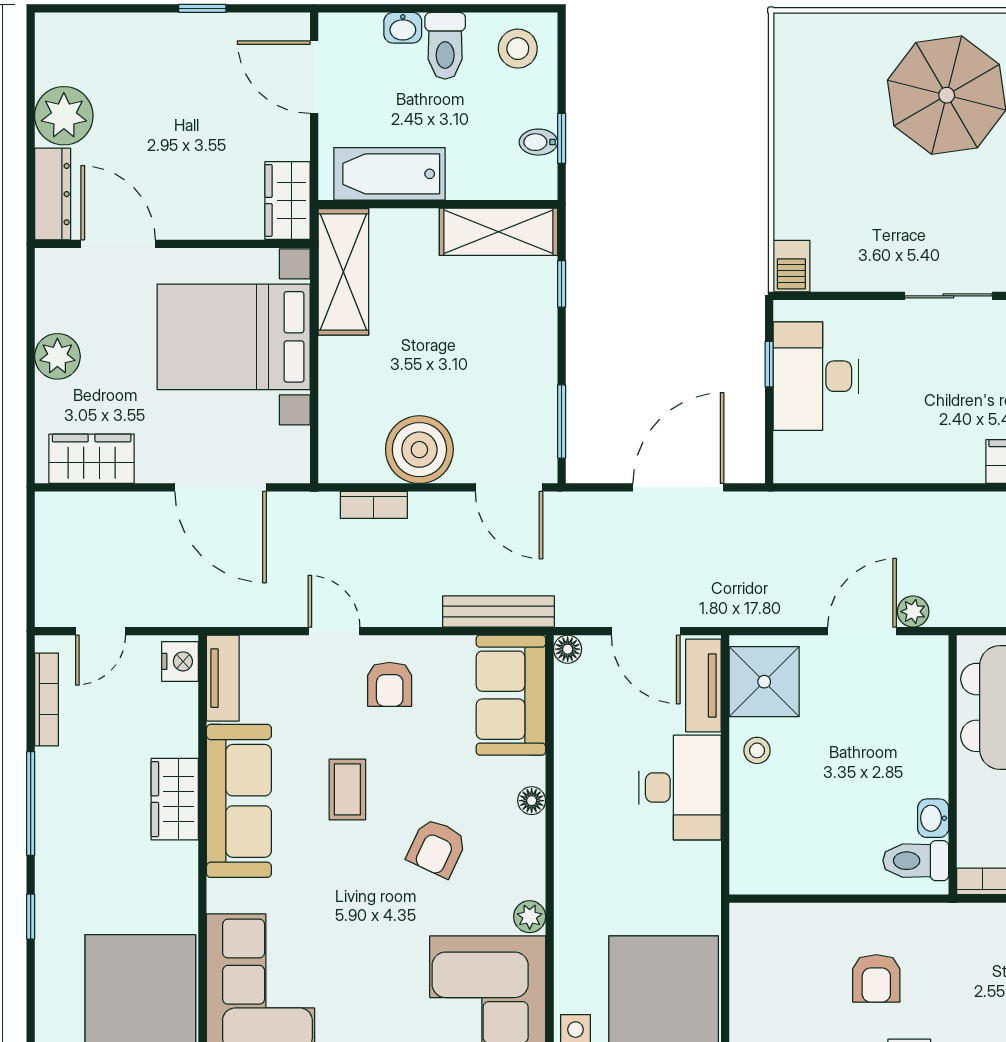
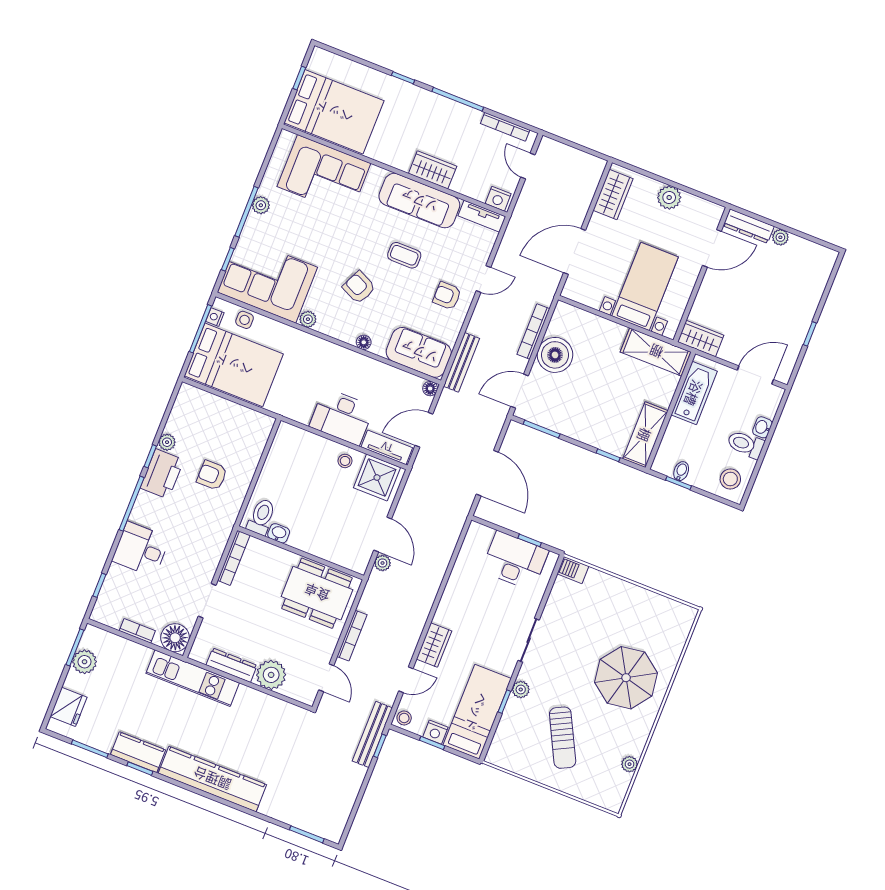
plant: (64, 116) -> (780, 237), width x0.53, depth x0.53
bed with nightstands: (234, 337) -> (645, 286), width x0.73
bookcase: (374, 505) -> (533, 331), width x1.56

